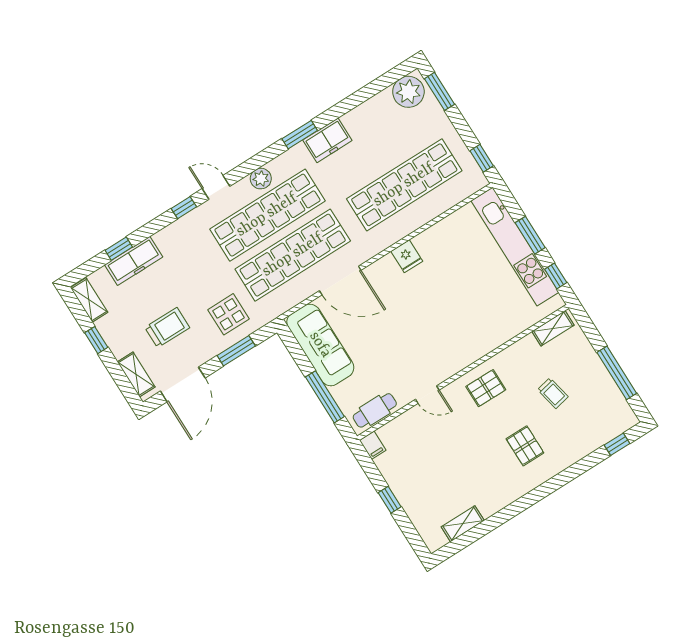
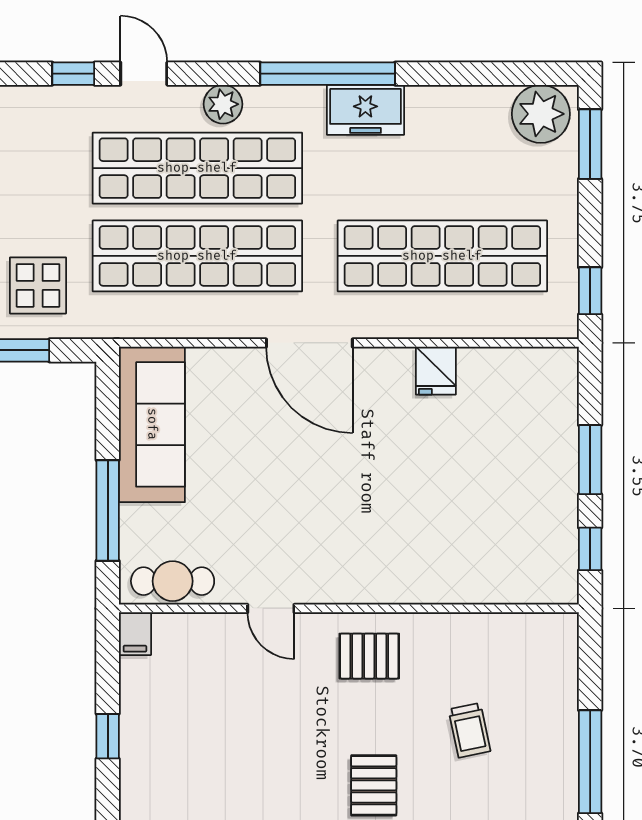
window: (300, 135) -> (328, 74), width x2.11
kitchen unit: (515, 247) -> (555, 462), removed
fridge: (407, 256) -> (436, 371), moved
door: (340, 281) -> (309, 343), moved
shelving: (553, 328) -> (534, 628), removed

